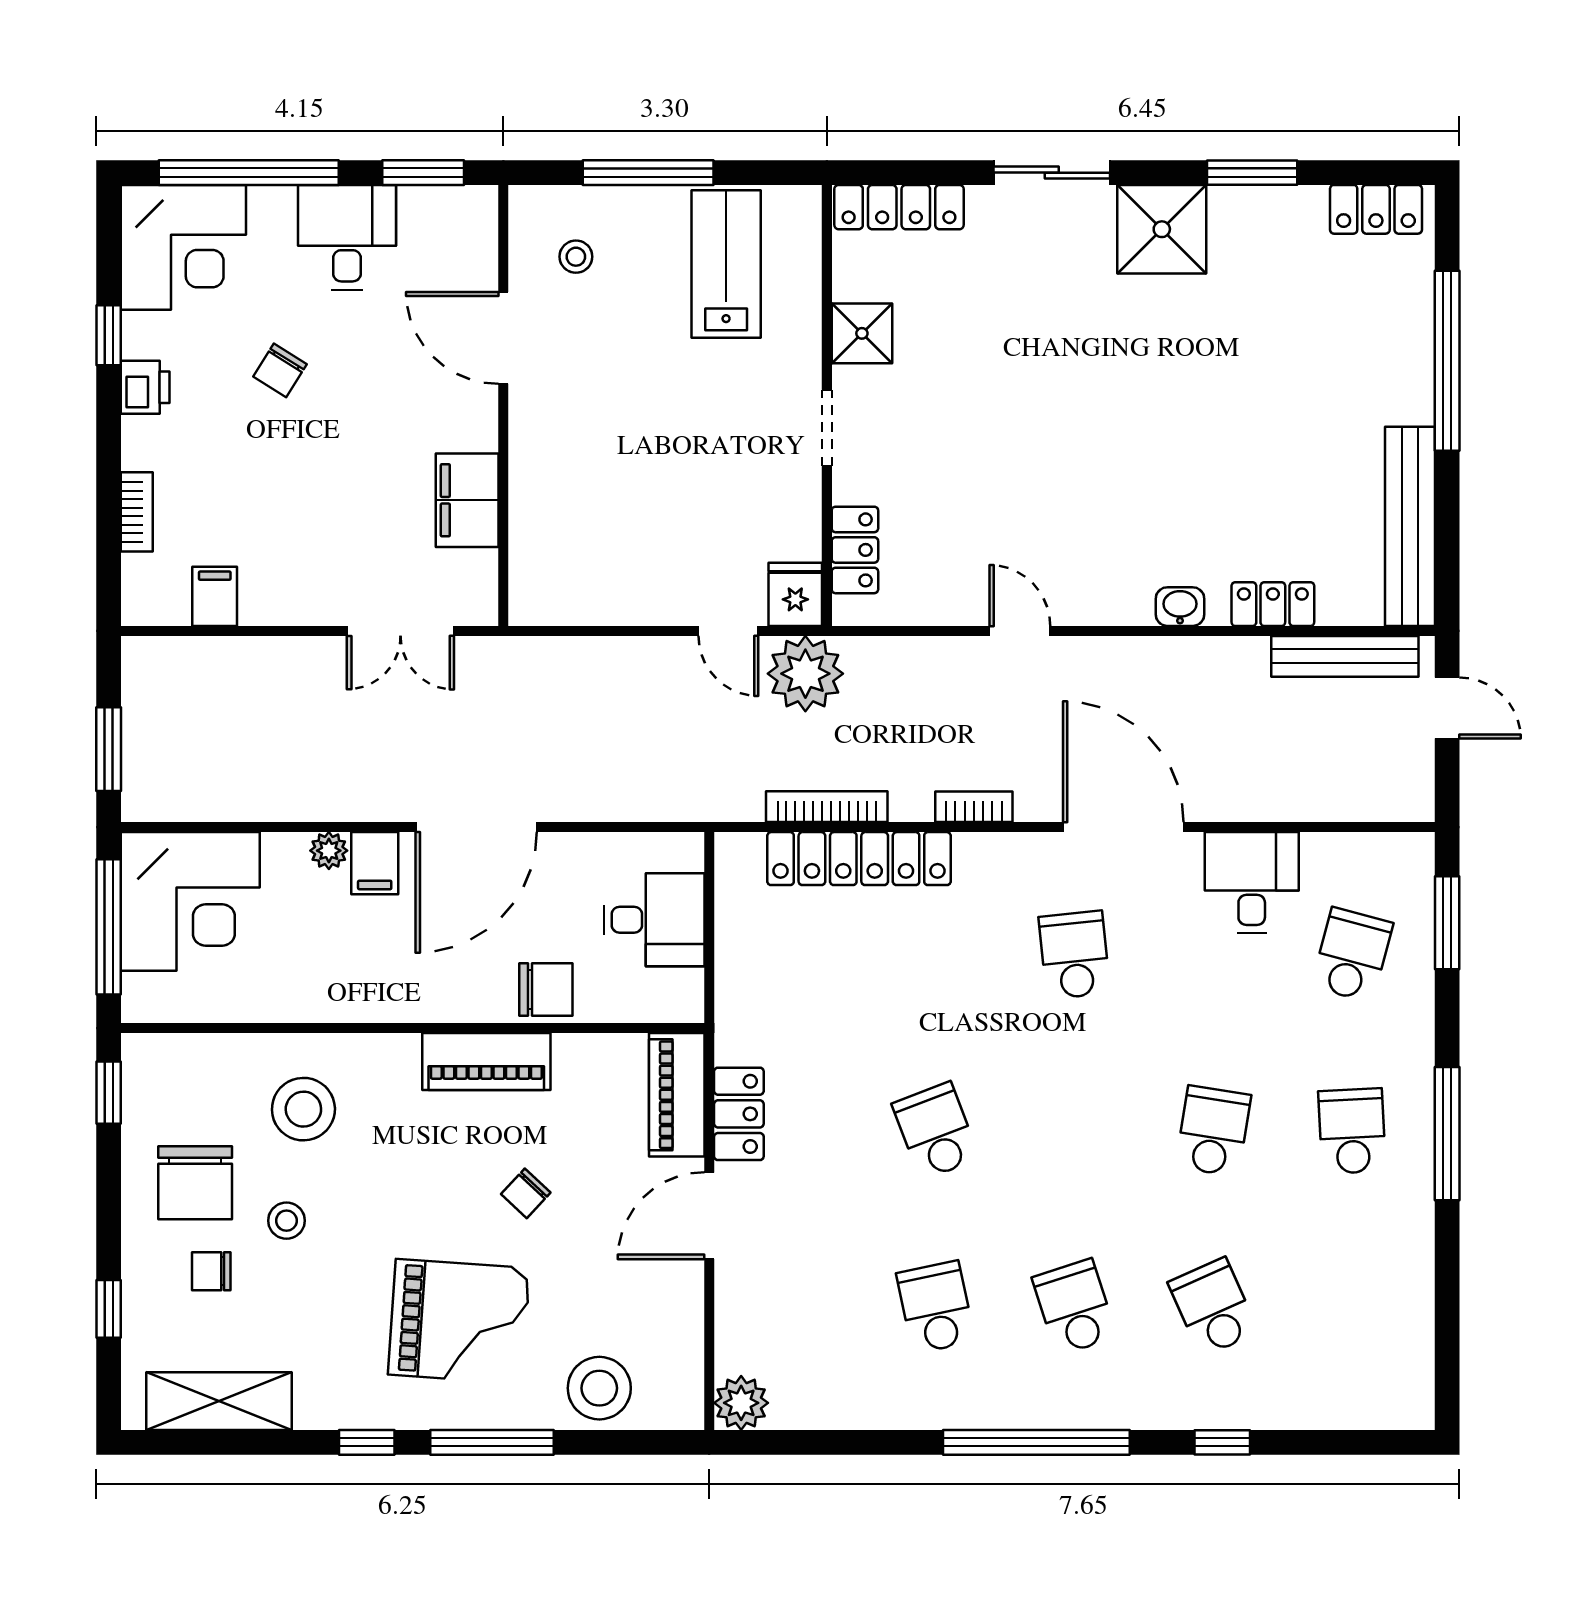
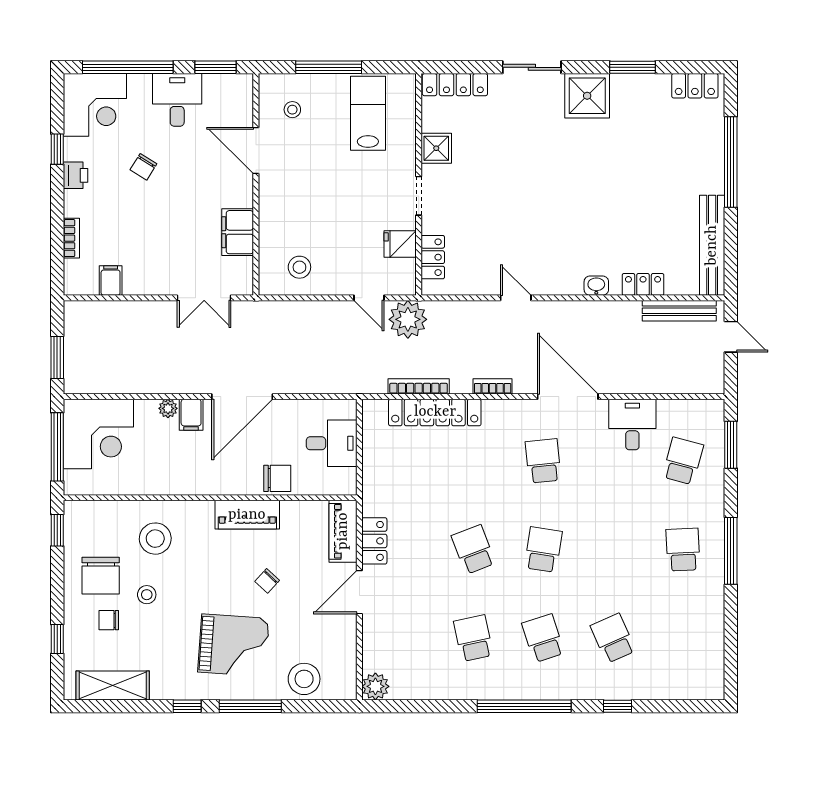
stool: (590, 570) -> (299, 267), added
fridge: (795, 594) -> (400, 244), moved, turned -90
school desk: (1213, 1131) -> (543, 550), moved

